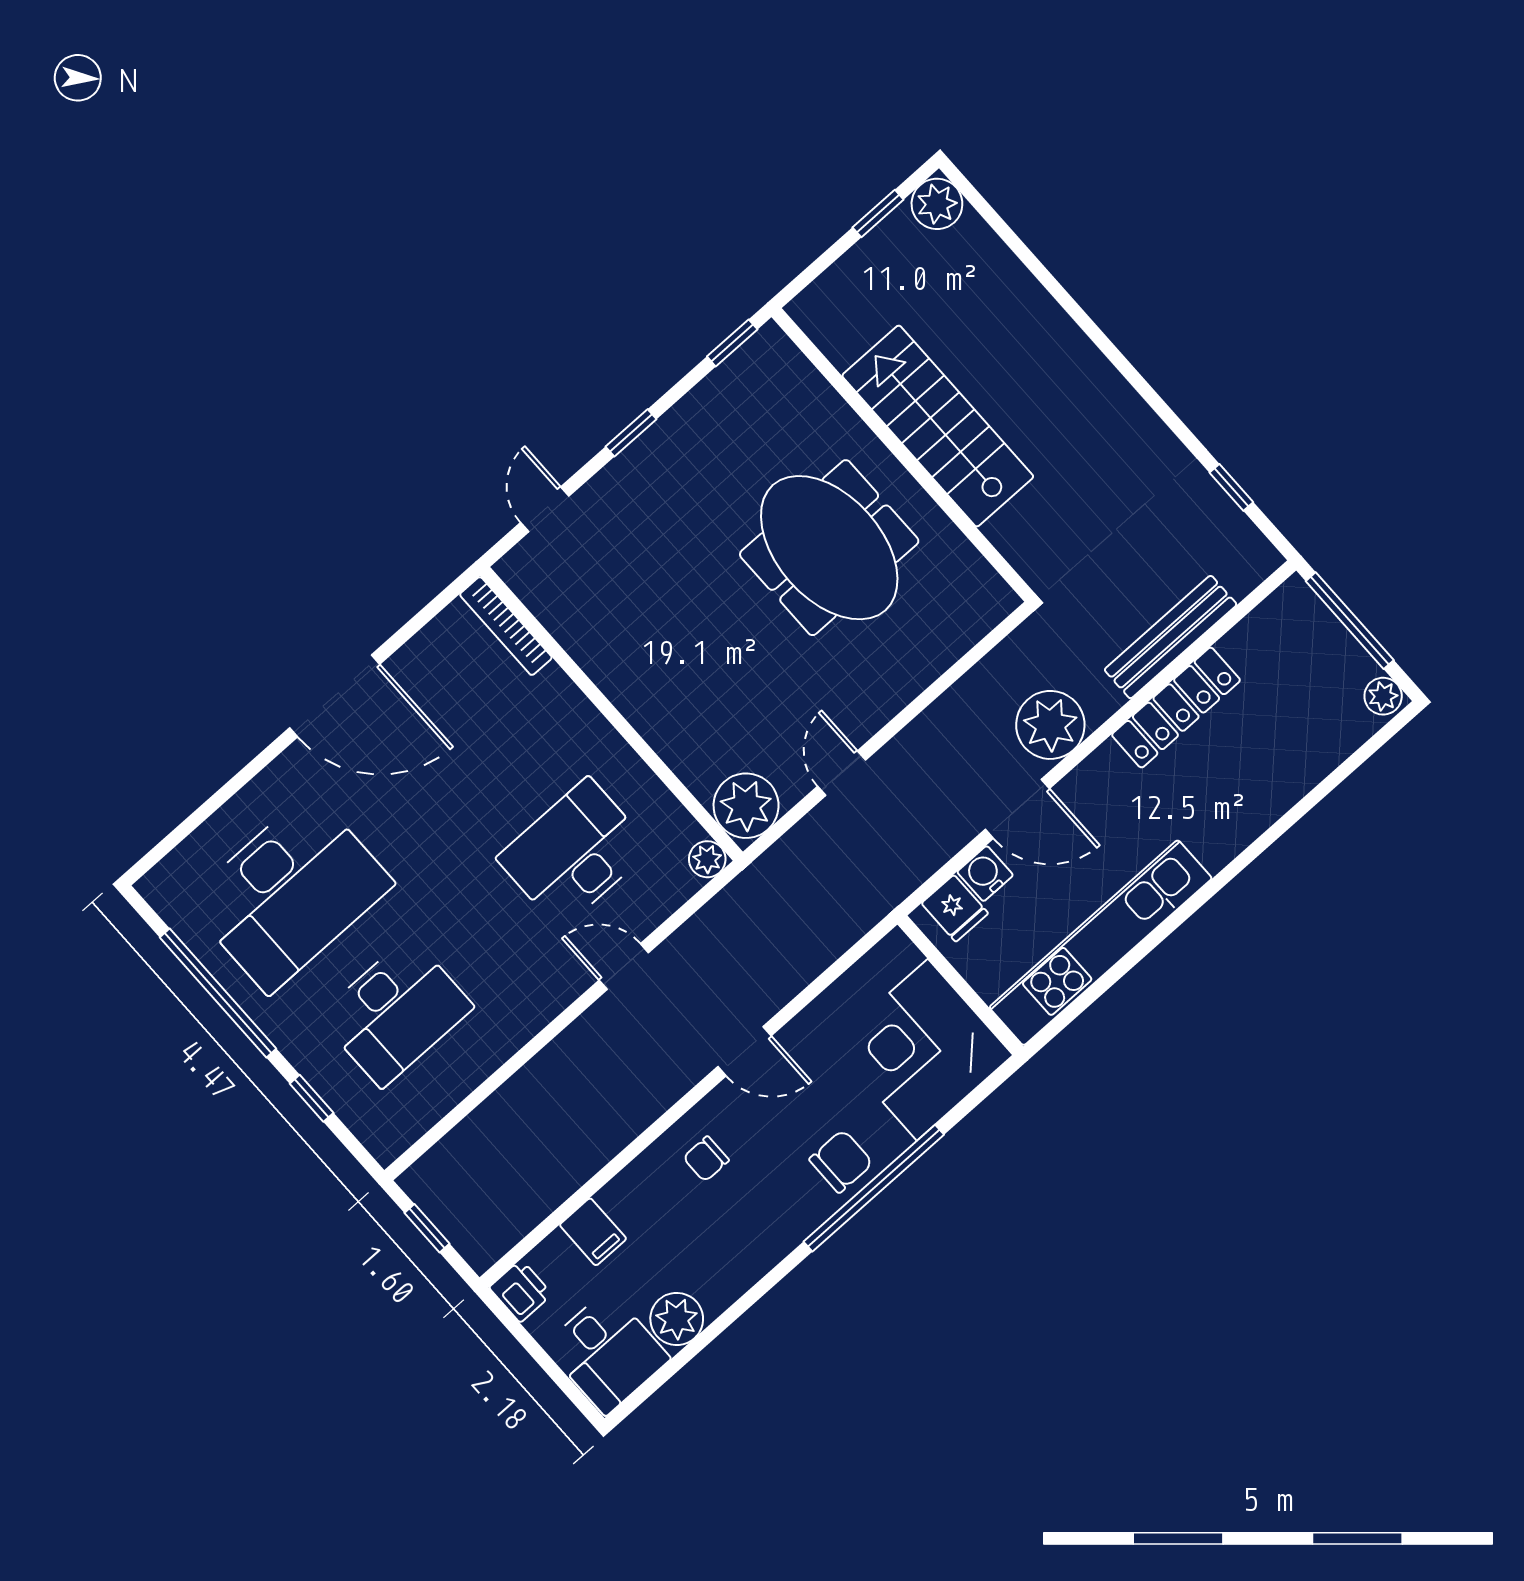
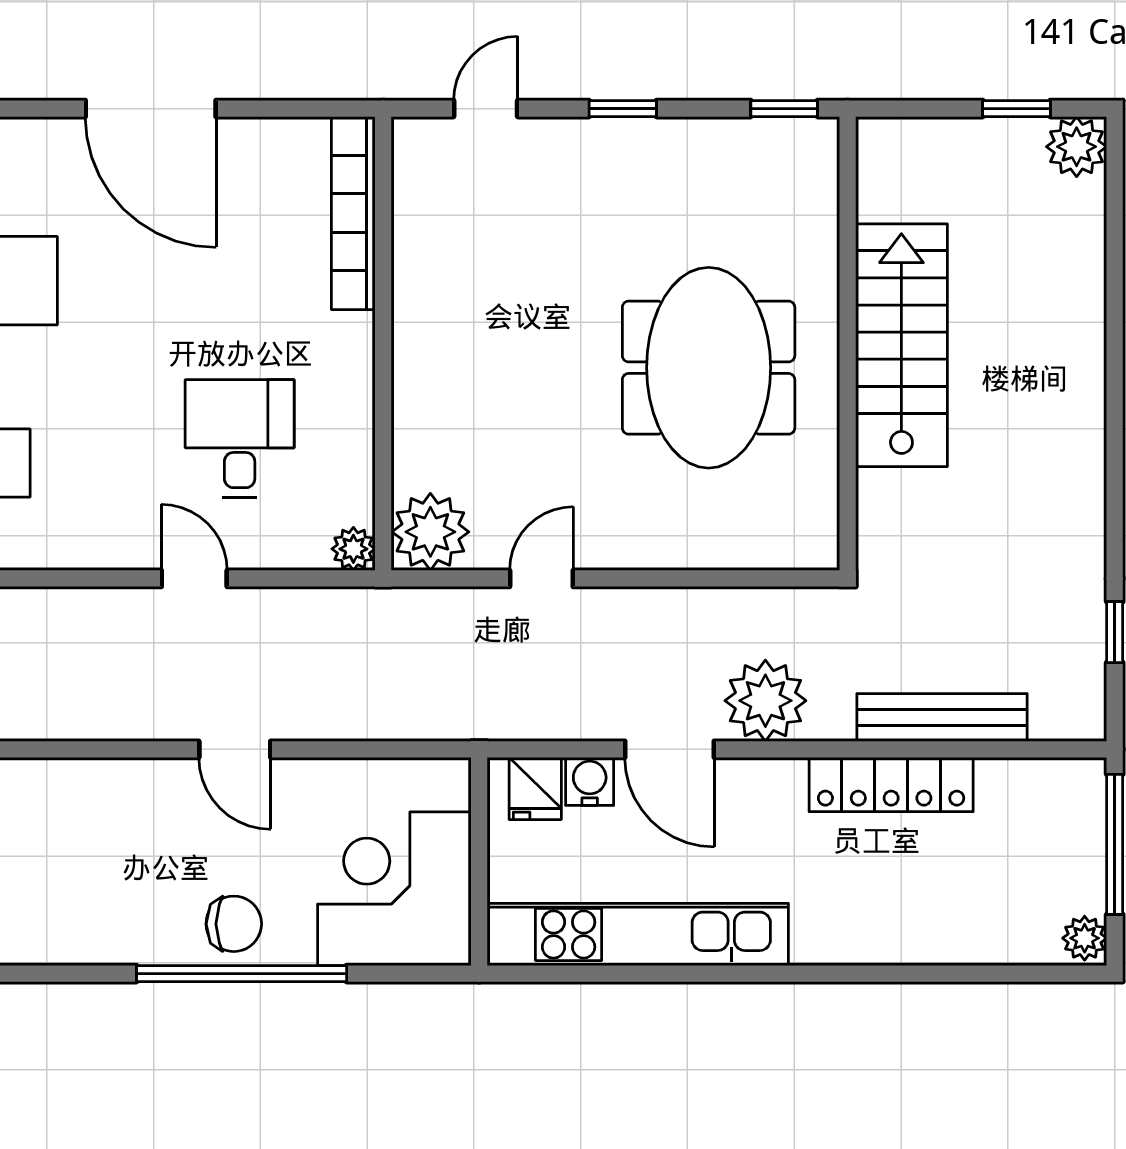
bookcase: (506, 626) -> (353, 213), width x1.48, depth x1.31
desk: (574, 853) -> (240, 438), width x0.73
chair: (706, 1159) -> (115, 815), removed

